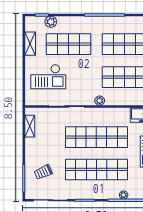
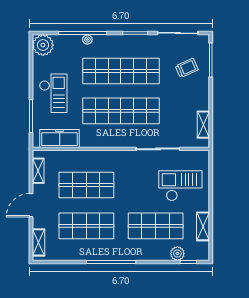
plant: (100, 101) -> (117, 156), removed

